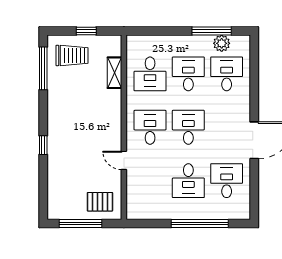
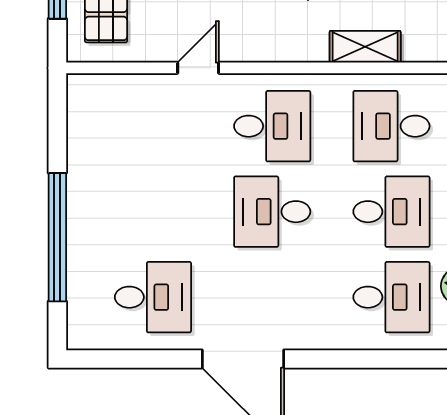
shelving: (114, 73) -> (365, 47), moved
desk: (188, 127) -> (272, 212), turned 180
desk: (188, 181) -> (153, 212), removed

